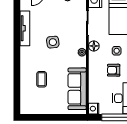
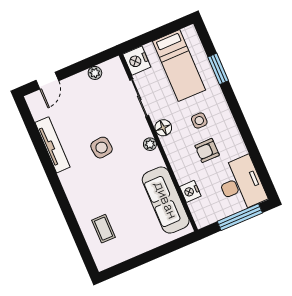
coffee table: (42, 79) -> (104, 229), moved
nightstand: (94, 109) -> (190, 191), moved

